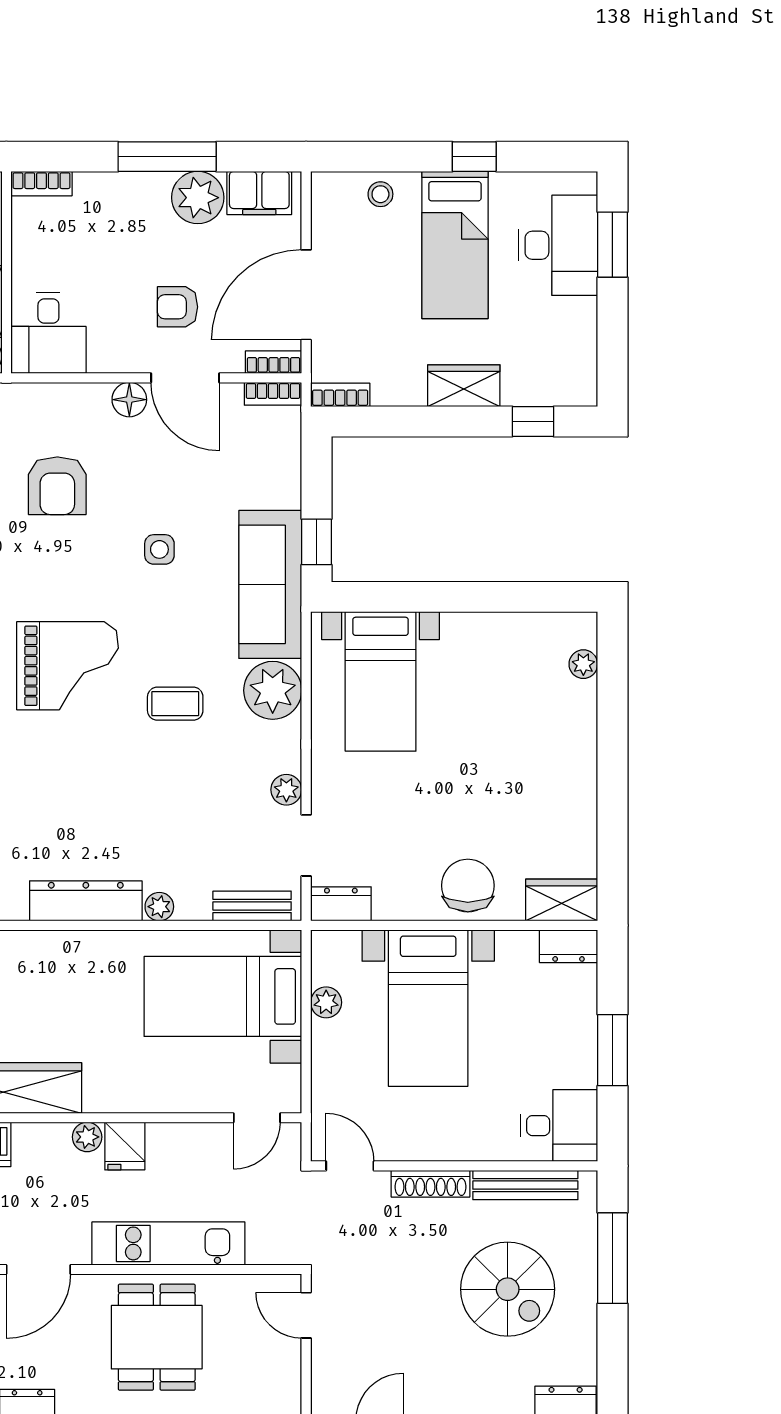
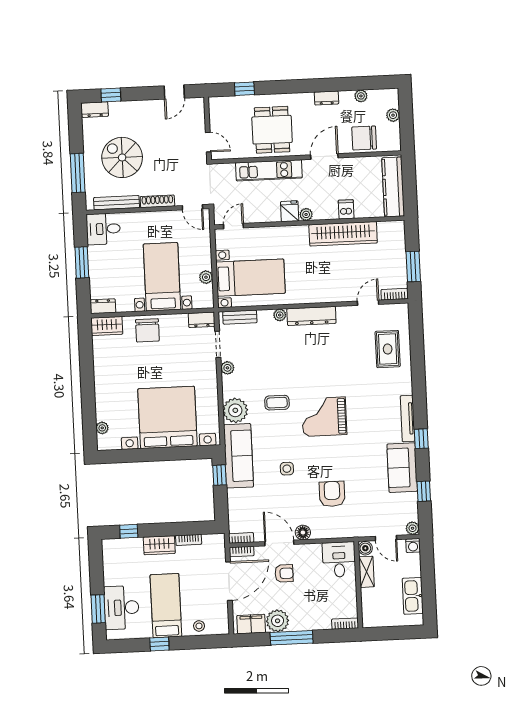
bookcase: (340, 395) -> (189, 540), moved
bed with nightstands: (381, 681) -> (167, 417), width x1.85

